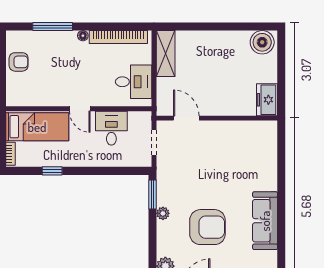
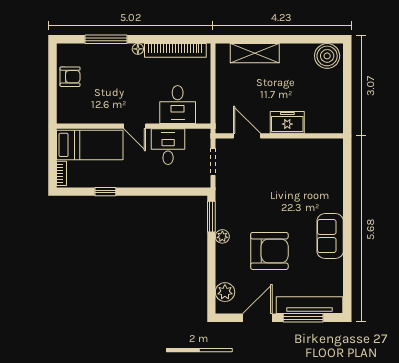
shelving: (166, 54) -> (255, 53), moved, turned 90
desk: (134, 82) -> (178, 105), moved, turned 90
freezer: (267, 100) -> (287, 122), moved, turned 90
sofa: (265, 221) -> (330, 236), width x0.73

